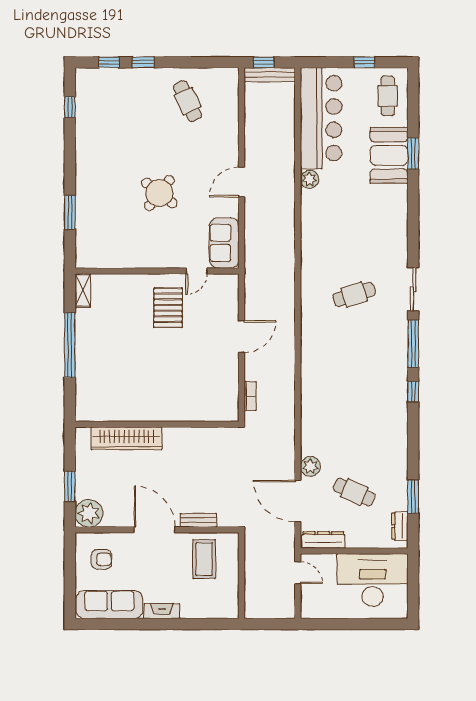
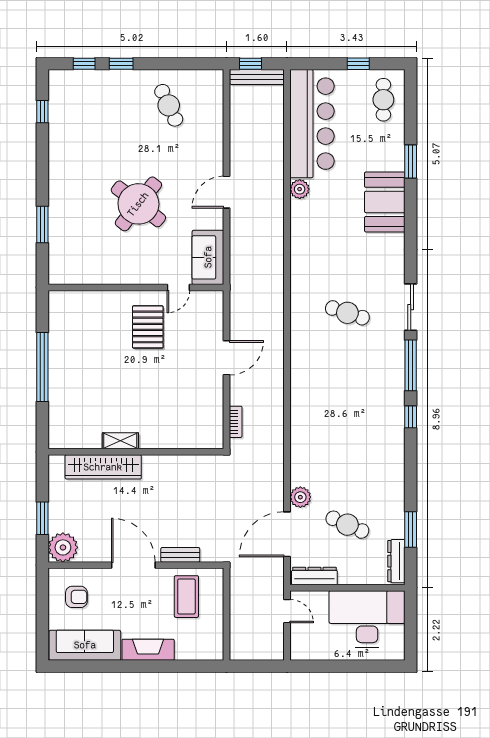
booth: (389, 155) -> (385, 202), moved
round table: (159, 193) -> (138, 204), width x1.36, depth x1.36
shelving: (83, 290) -> (120, 441), moved, turned 90
cafe table: (354, 295) -> (347, 313), turned 36
door: (298, 501) -> (287, 534), hinge flipped
dresser: (400, 526) -> (396, 561), width x1.44
fireplace: (162, 611) -> (148, 650), width x1.37, depth x1.32

